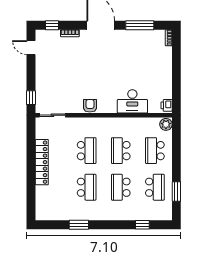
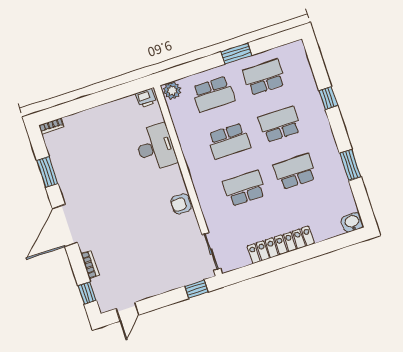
window: (140, 25) -> (47, 172), width x0.69
school desk: (121, 187) -> (280, 124), turned 180
window: (176, 192) -> (236, 54), moved
washbasin: (41, 214) -> (352, 222), added
window: (142, 225) -> (328, 98), moved

